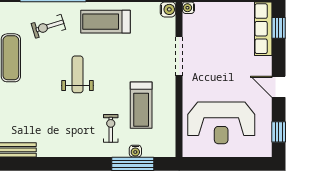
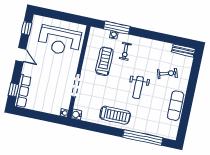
exercise bike: (48, 26) -> (167, 73), moved
reception desk: (221, 123) -> (59, 41), turned 180

